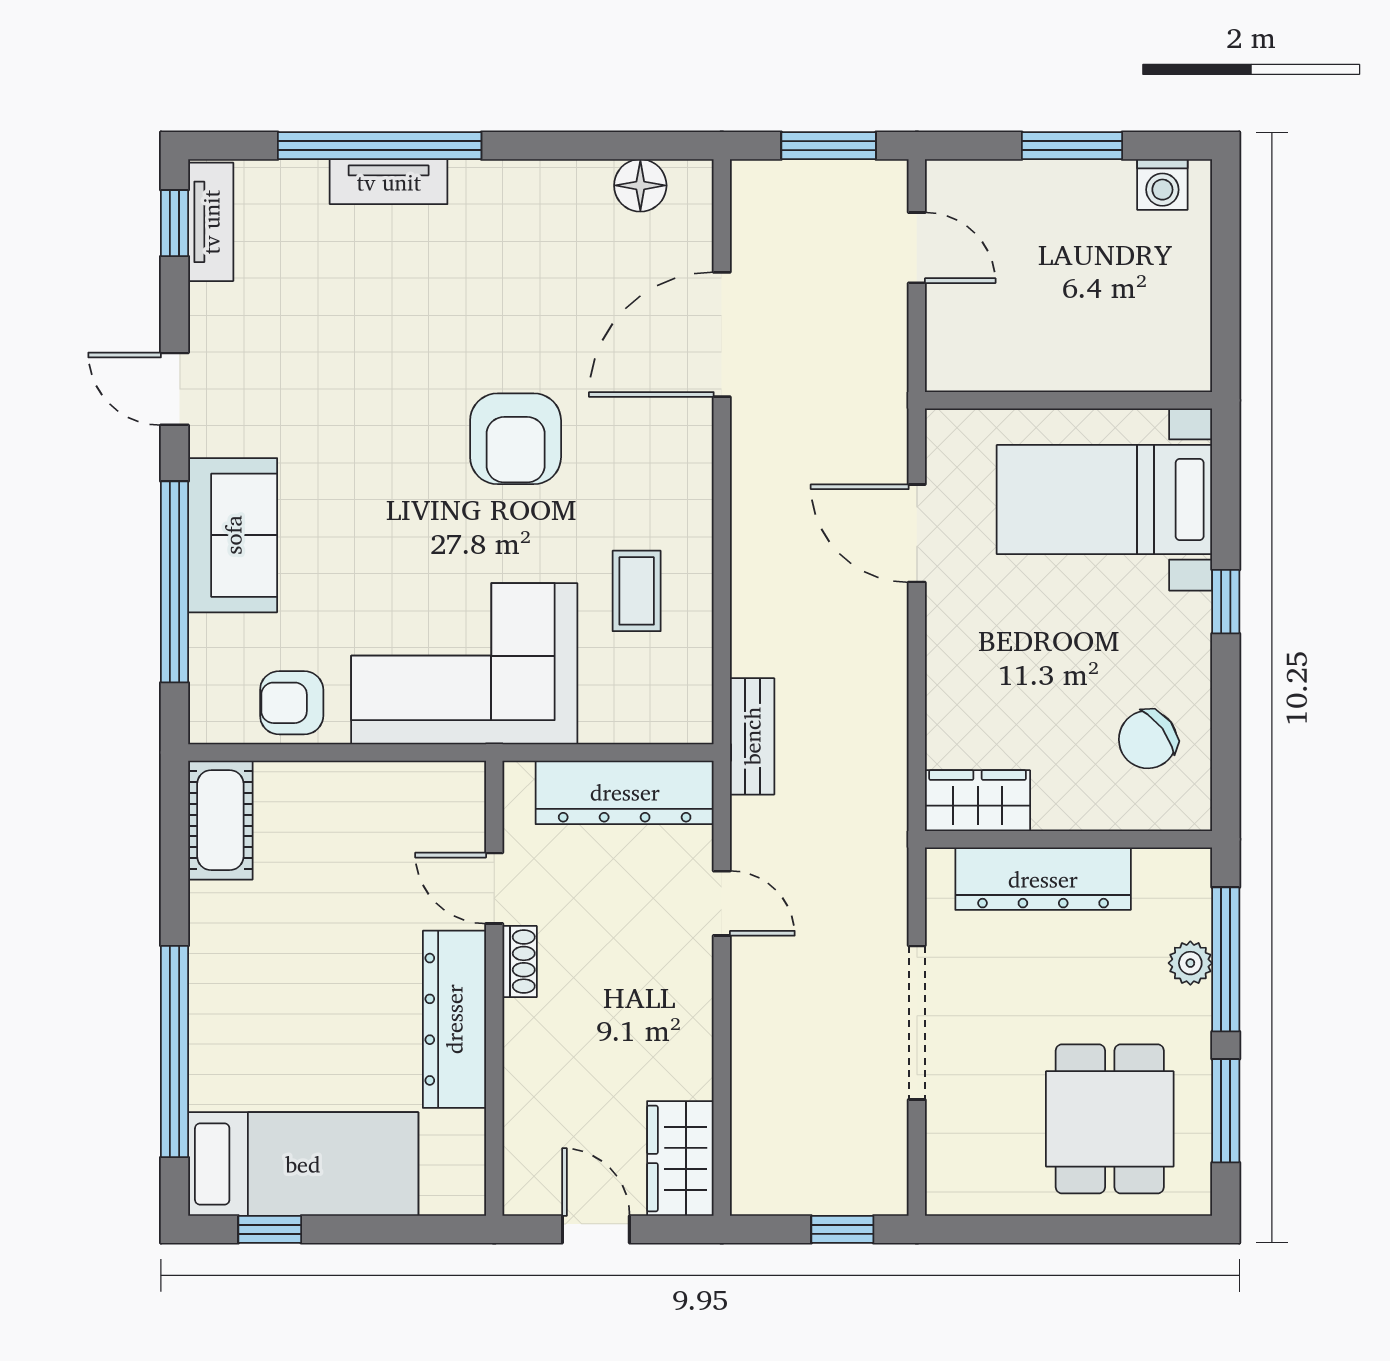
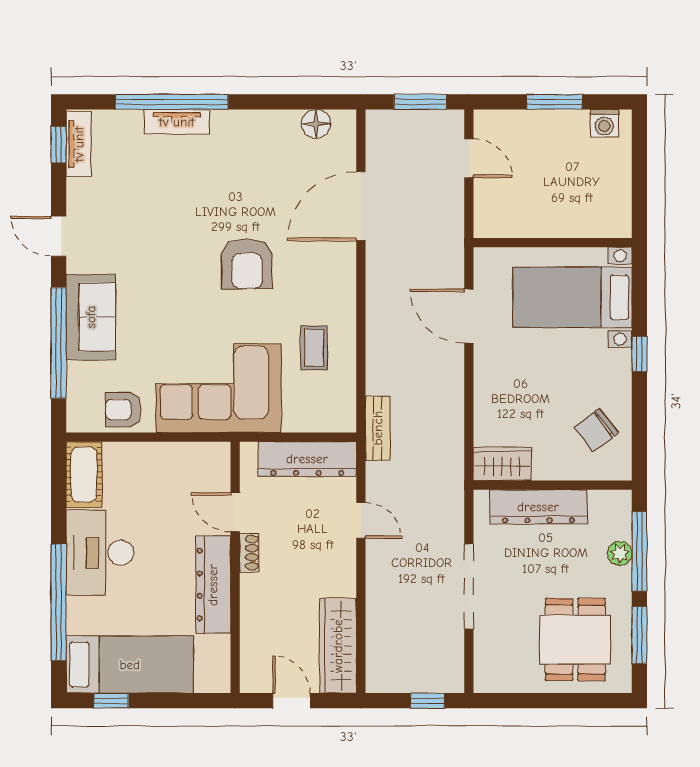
desk: (249, 962) -> (100, 553), added
wardrobe: (680, 1158) -> (338, 646), width x1.50

